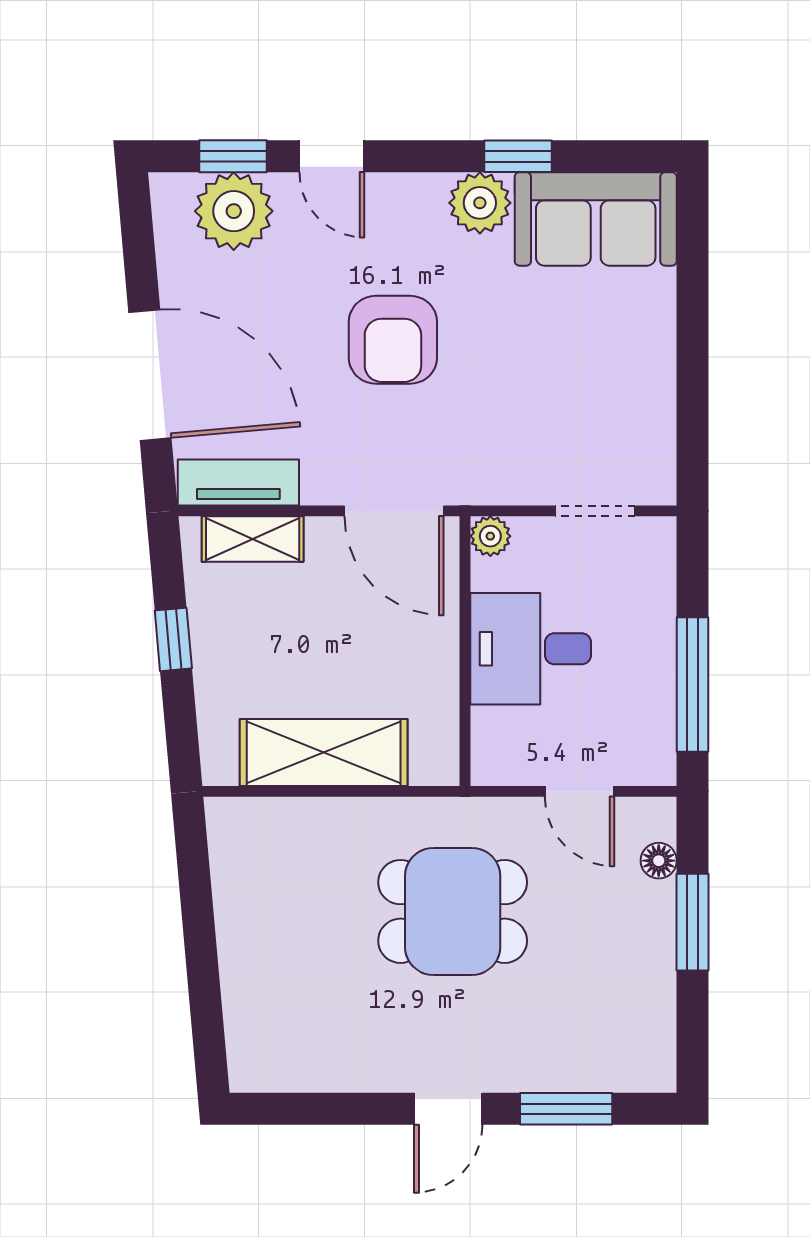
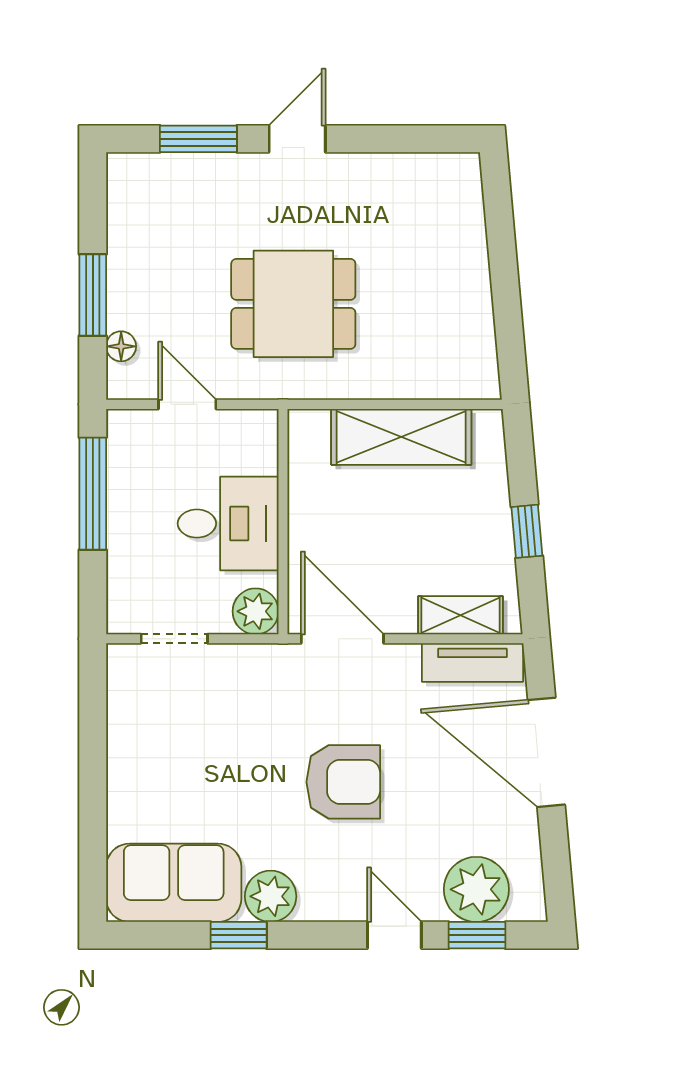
armchair: (393, 340) -> (343, 782), turned 90
plant: (490, 536) -> (256, 611), width x1.38, depth x1.38

